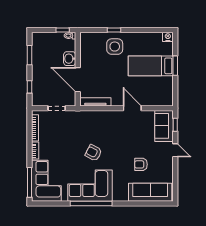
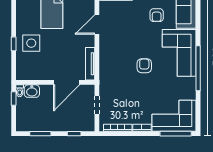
washbasin: (70, 59) -> (32, 91), moved
armchair: (93, 153) -> (144, 66), turned 152
corner sofa: (90, 186) -> (179, 53), moved

